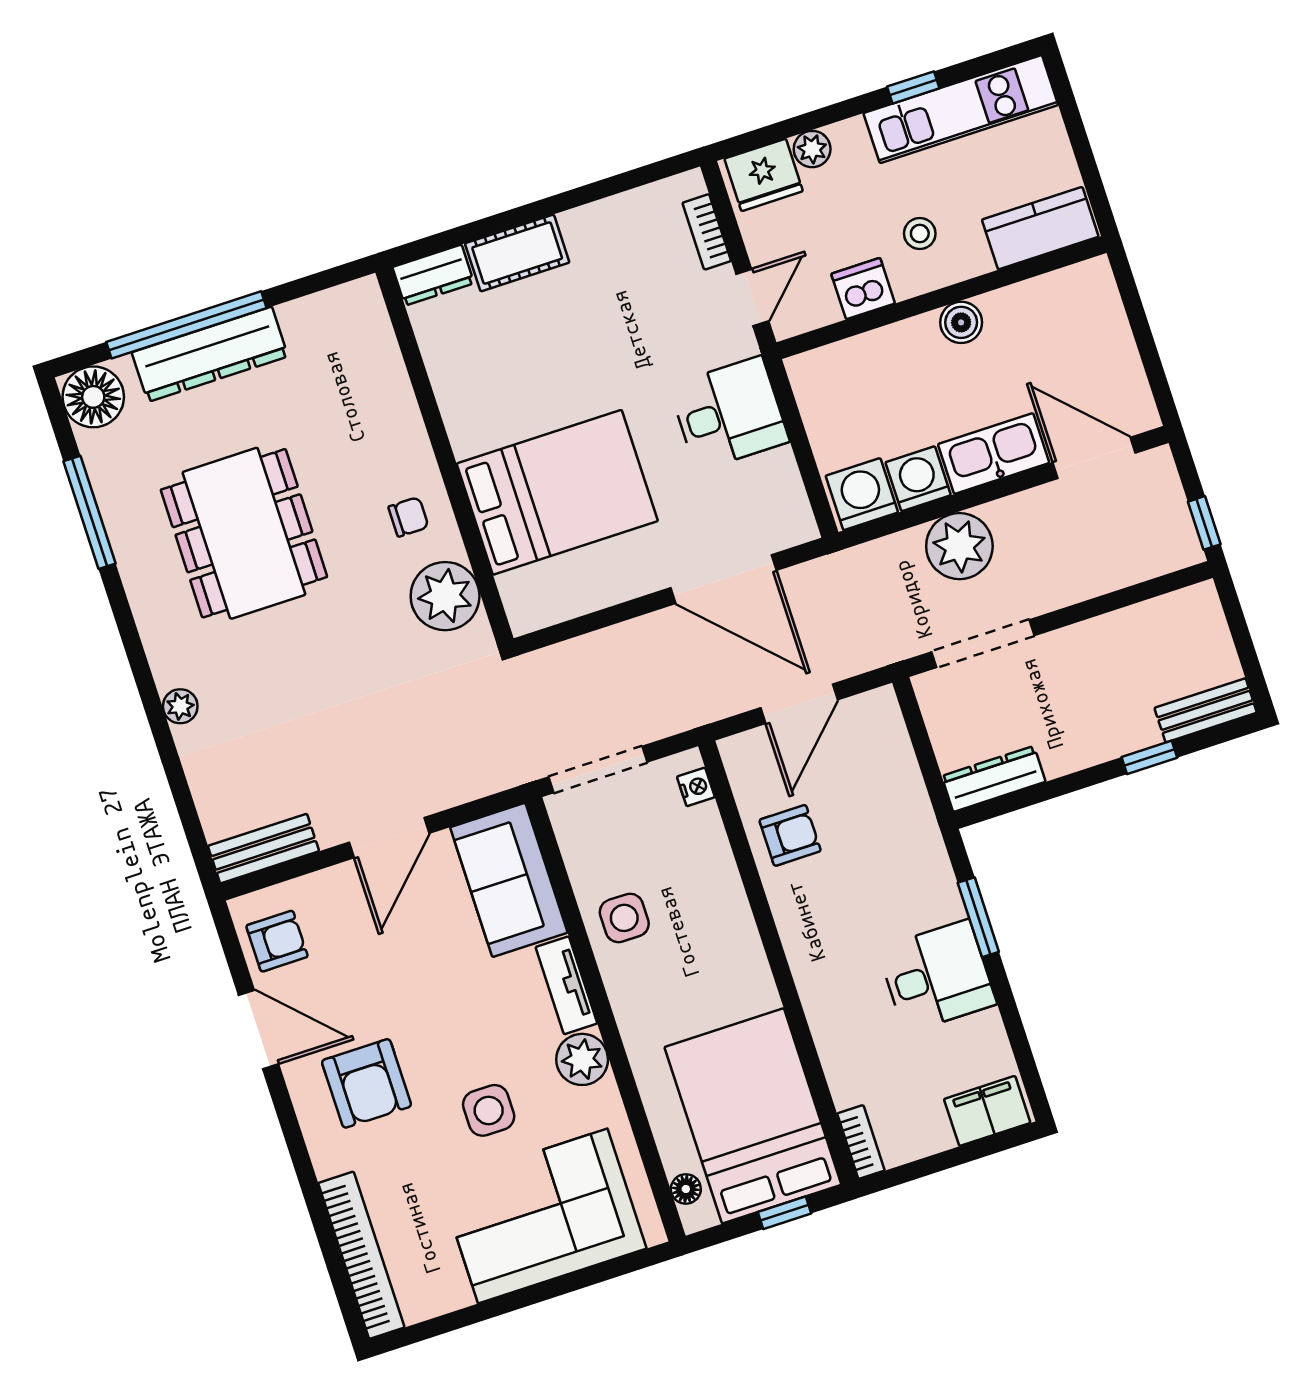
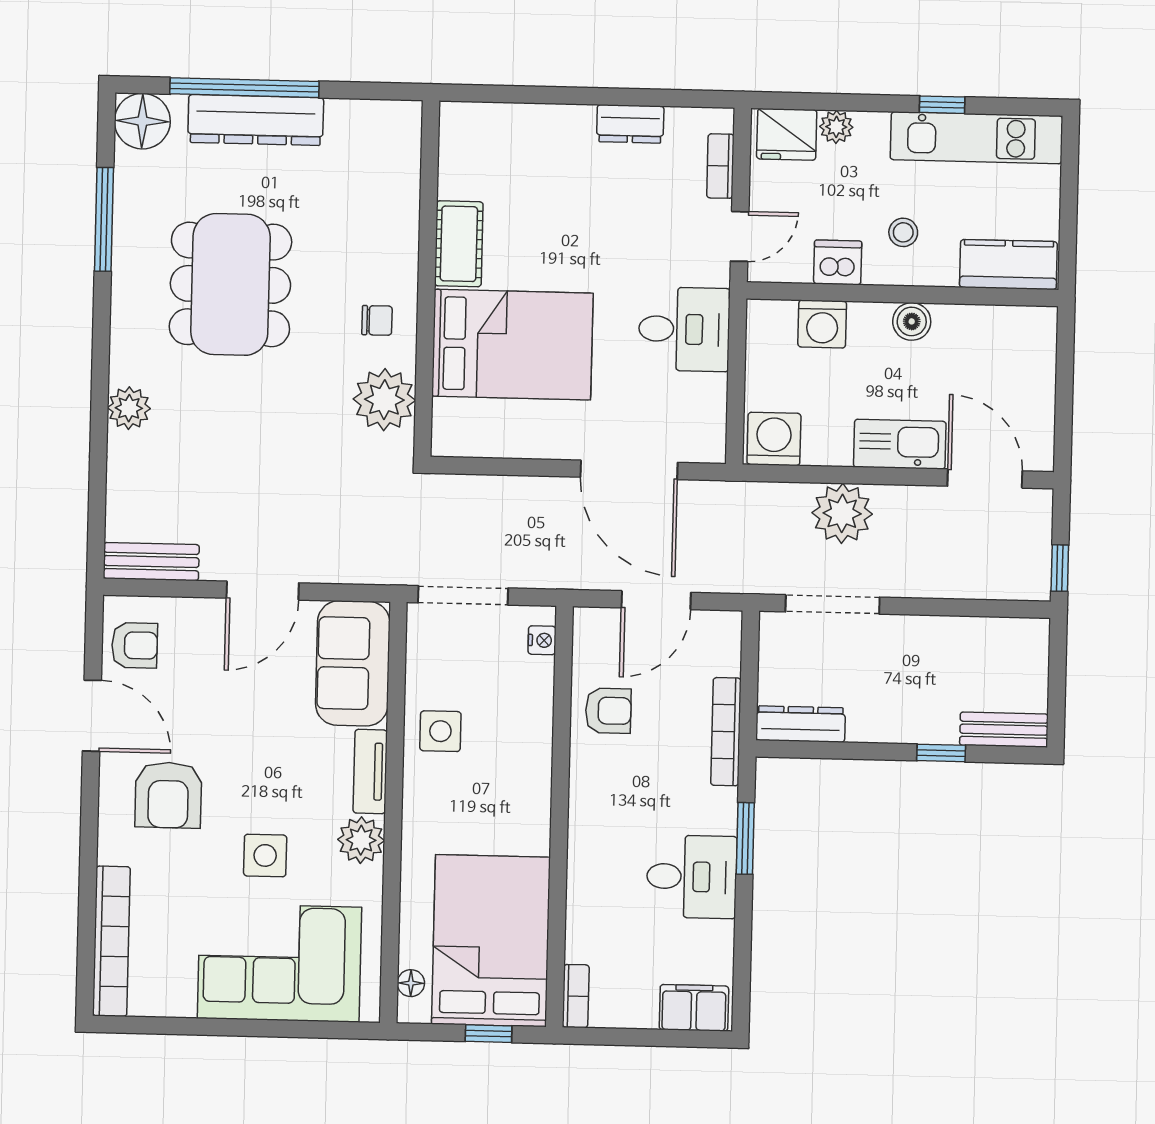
cot: (517, 253) -> (459, 244), moved, turned 90
dresser: (433, 275) -> (630, 124), moved
washing machine: (918, 479) -> (822, 324), moved, turned 180
plant: (180, 706) -> (129, 408), width x1.38, depth x1.38
bookcase: (919, 814) -> (726, 732), added

